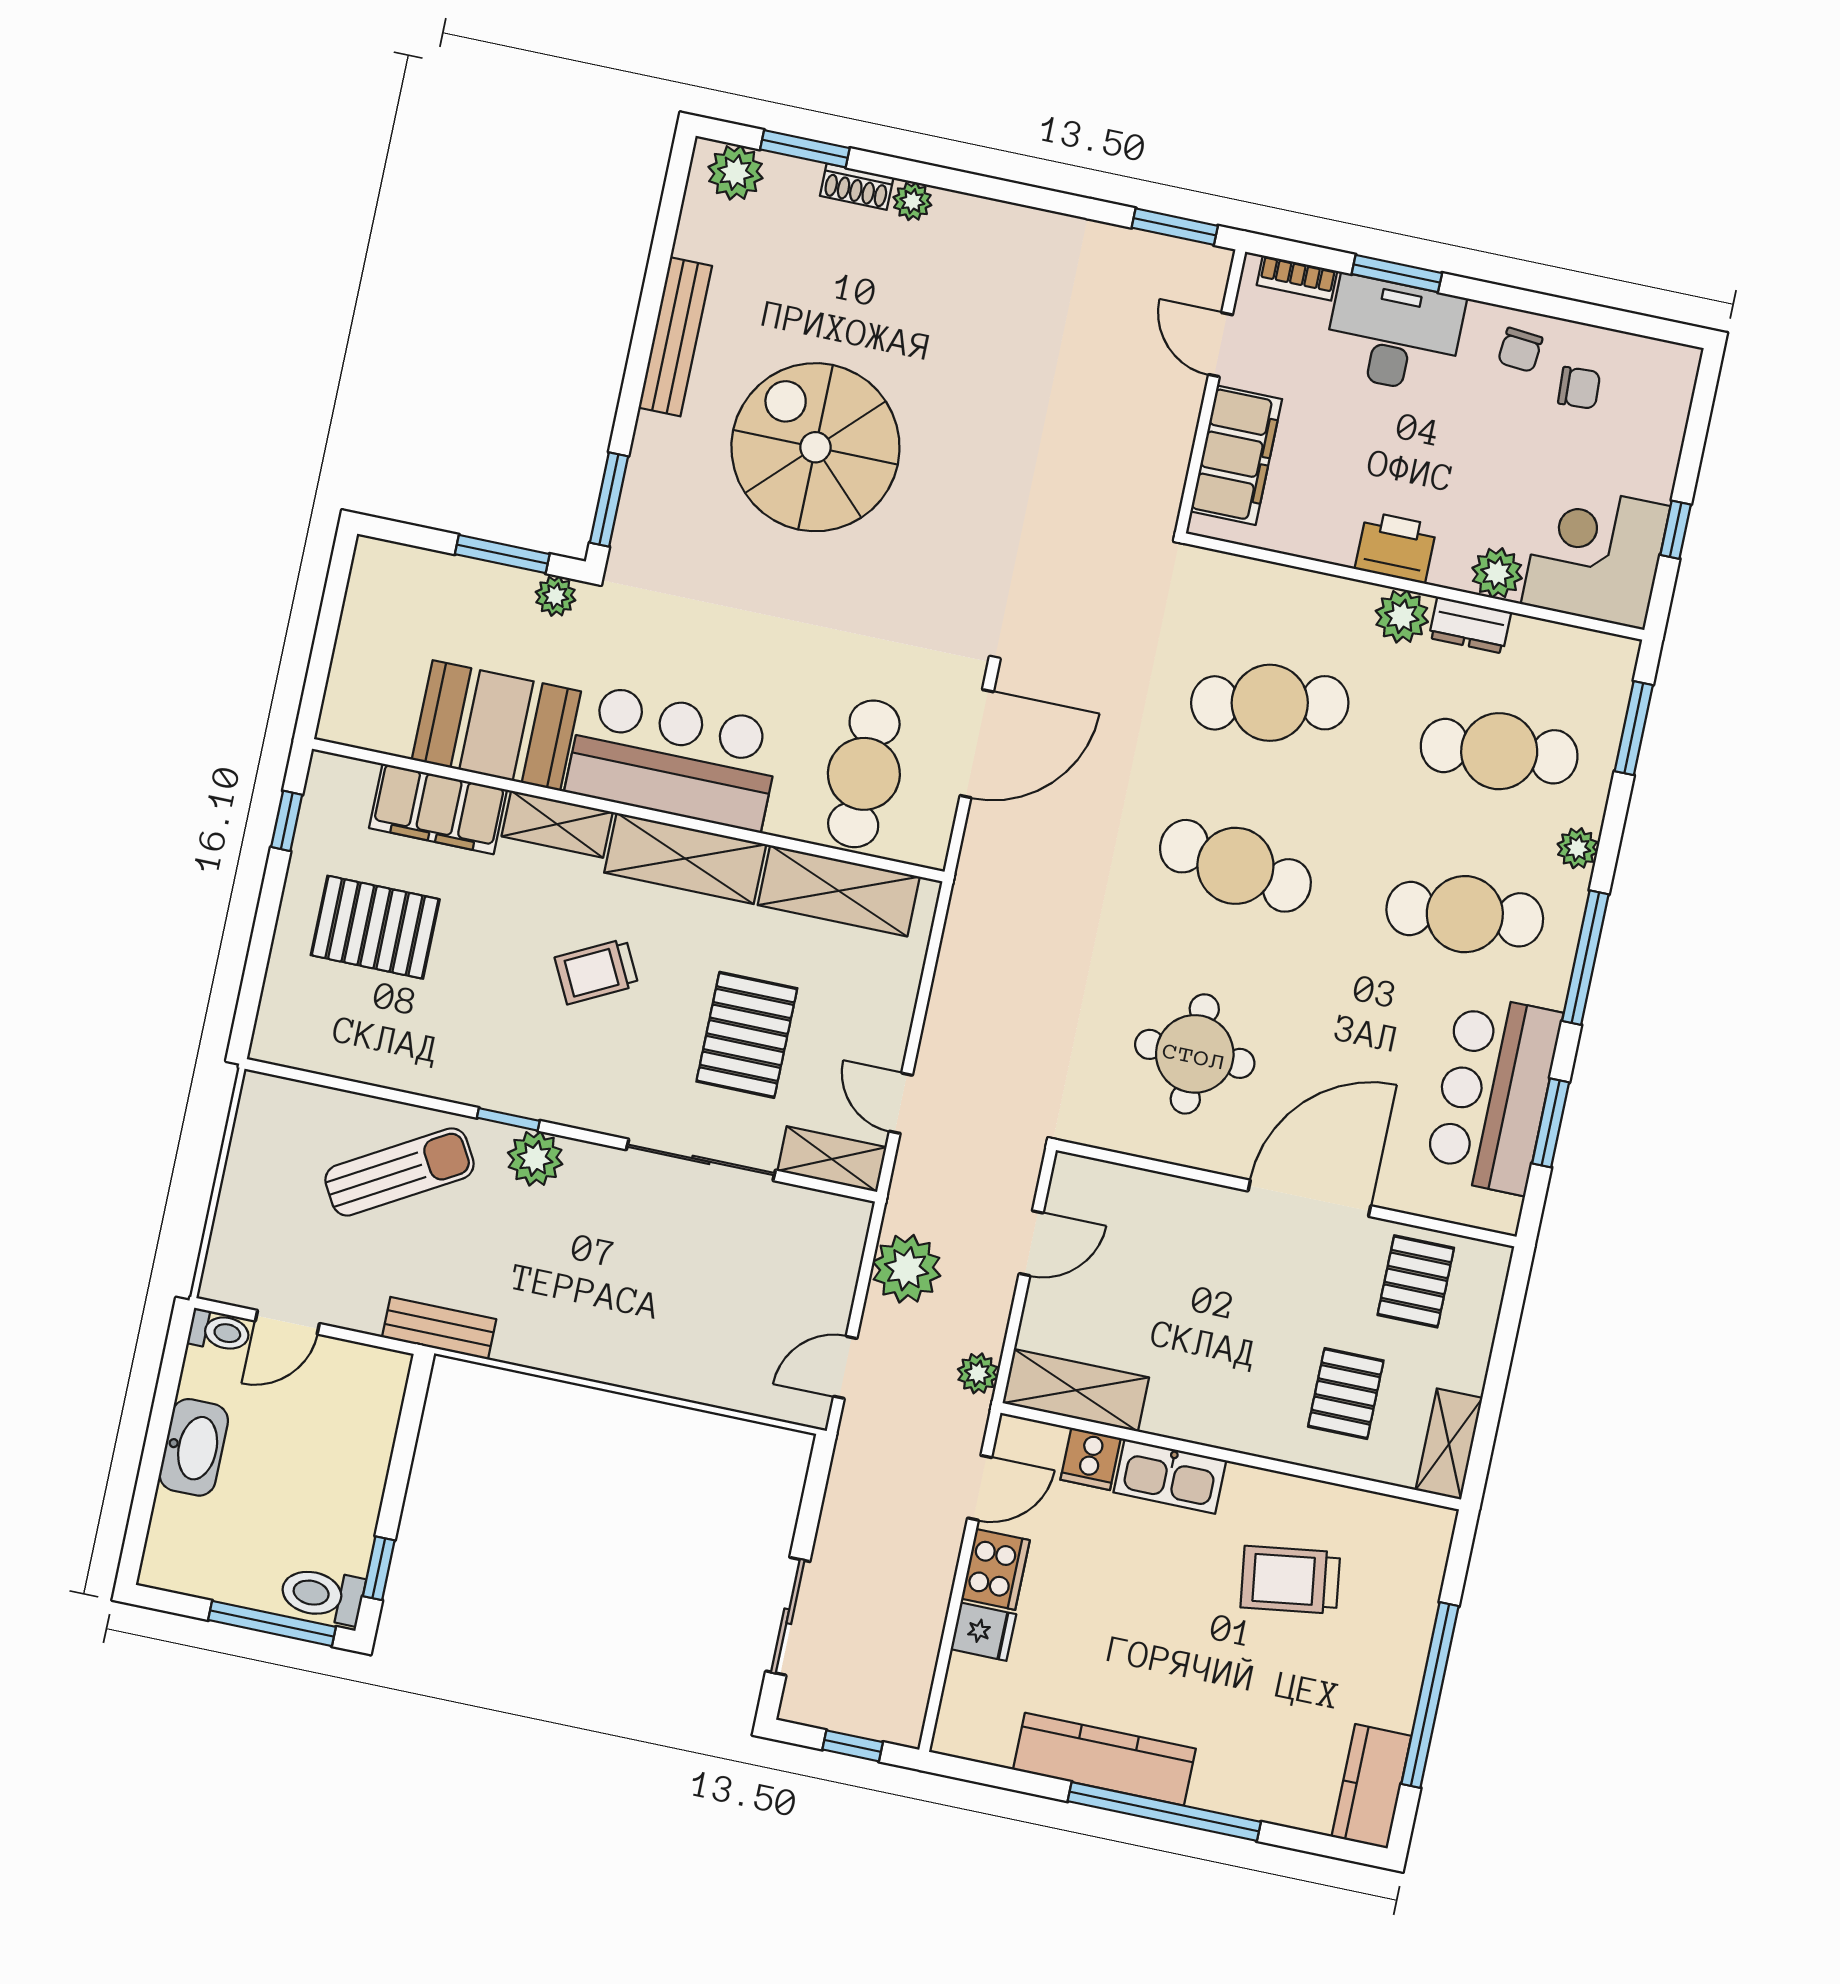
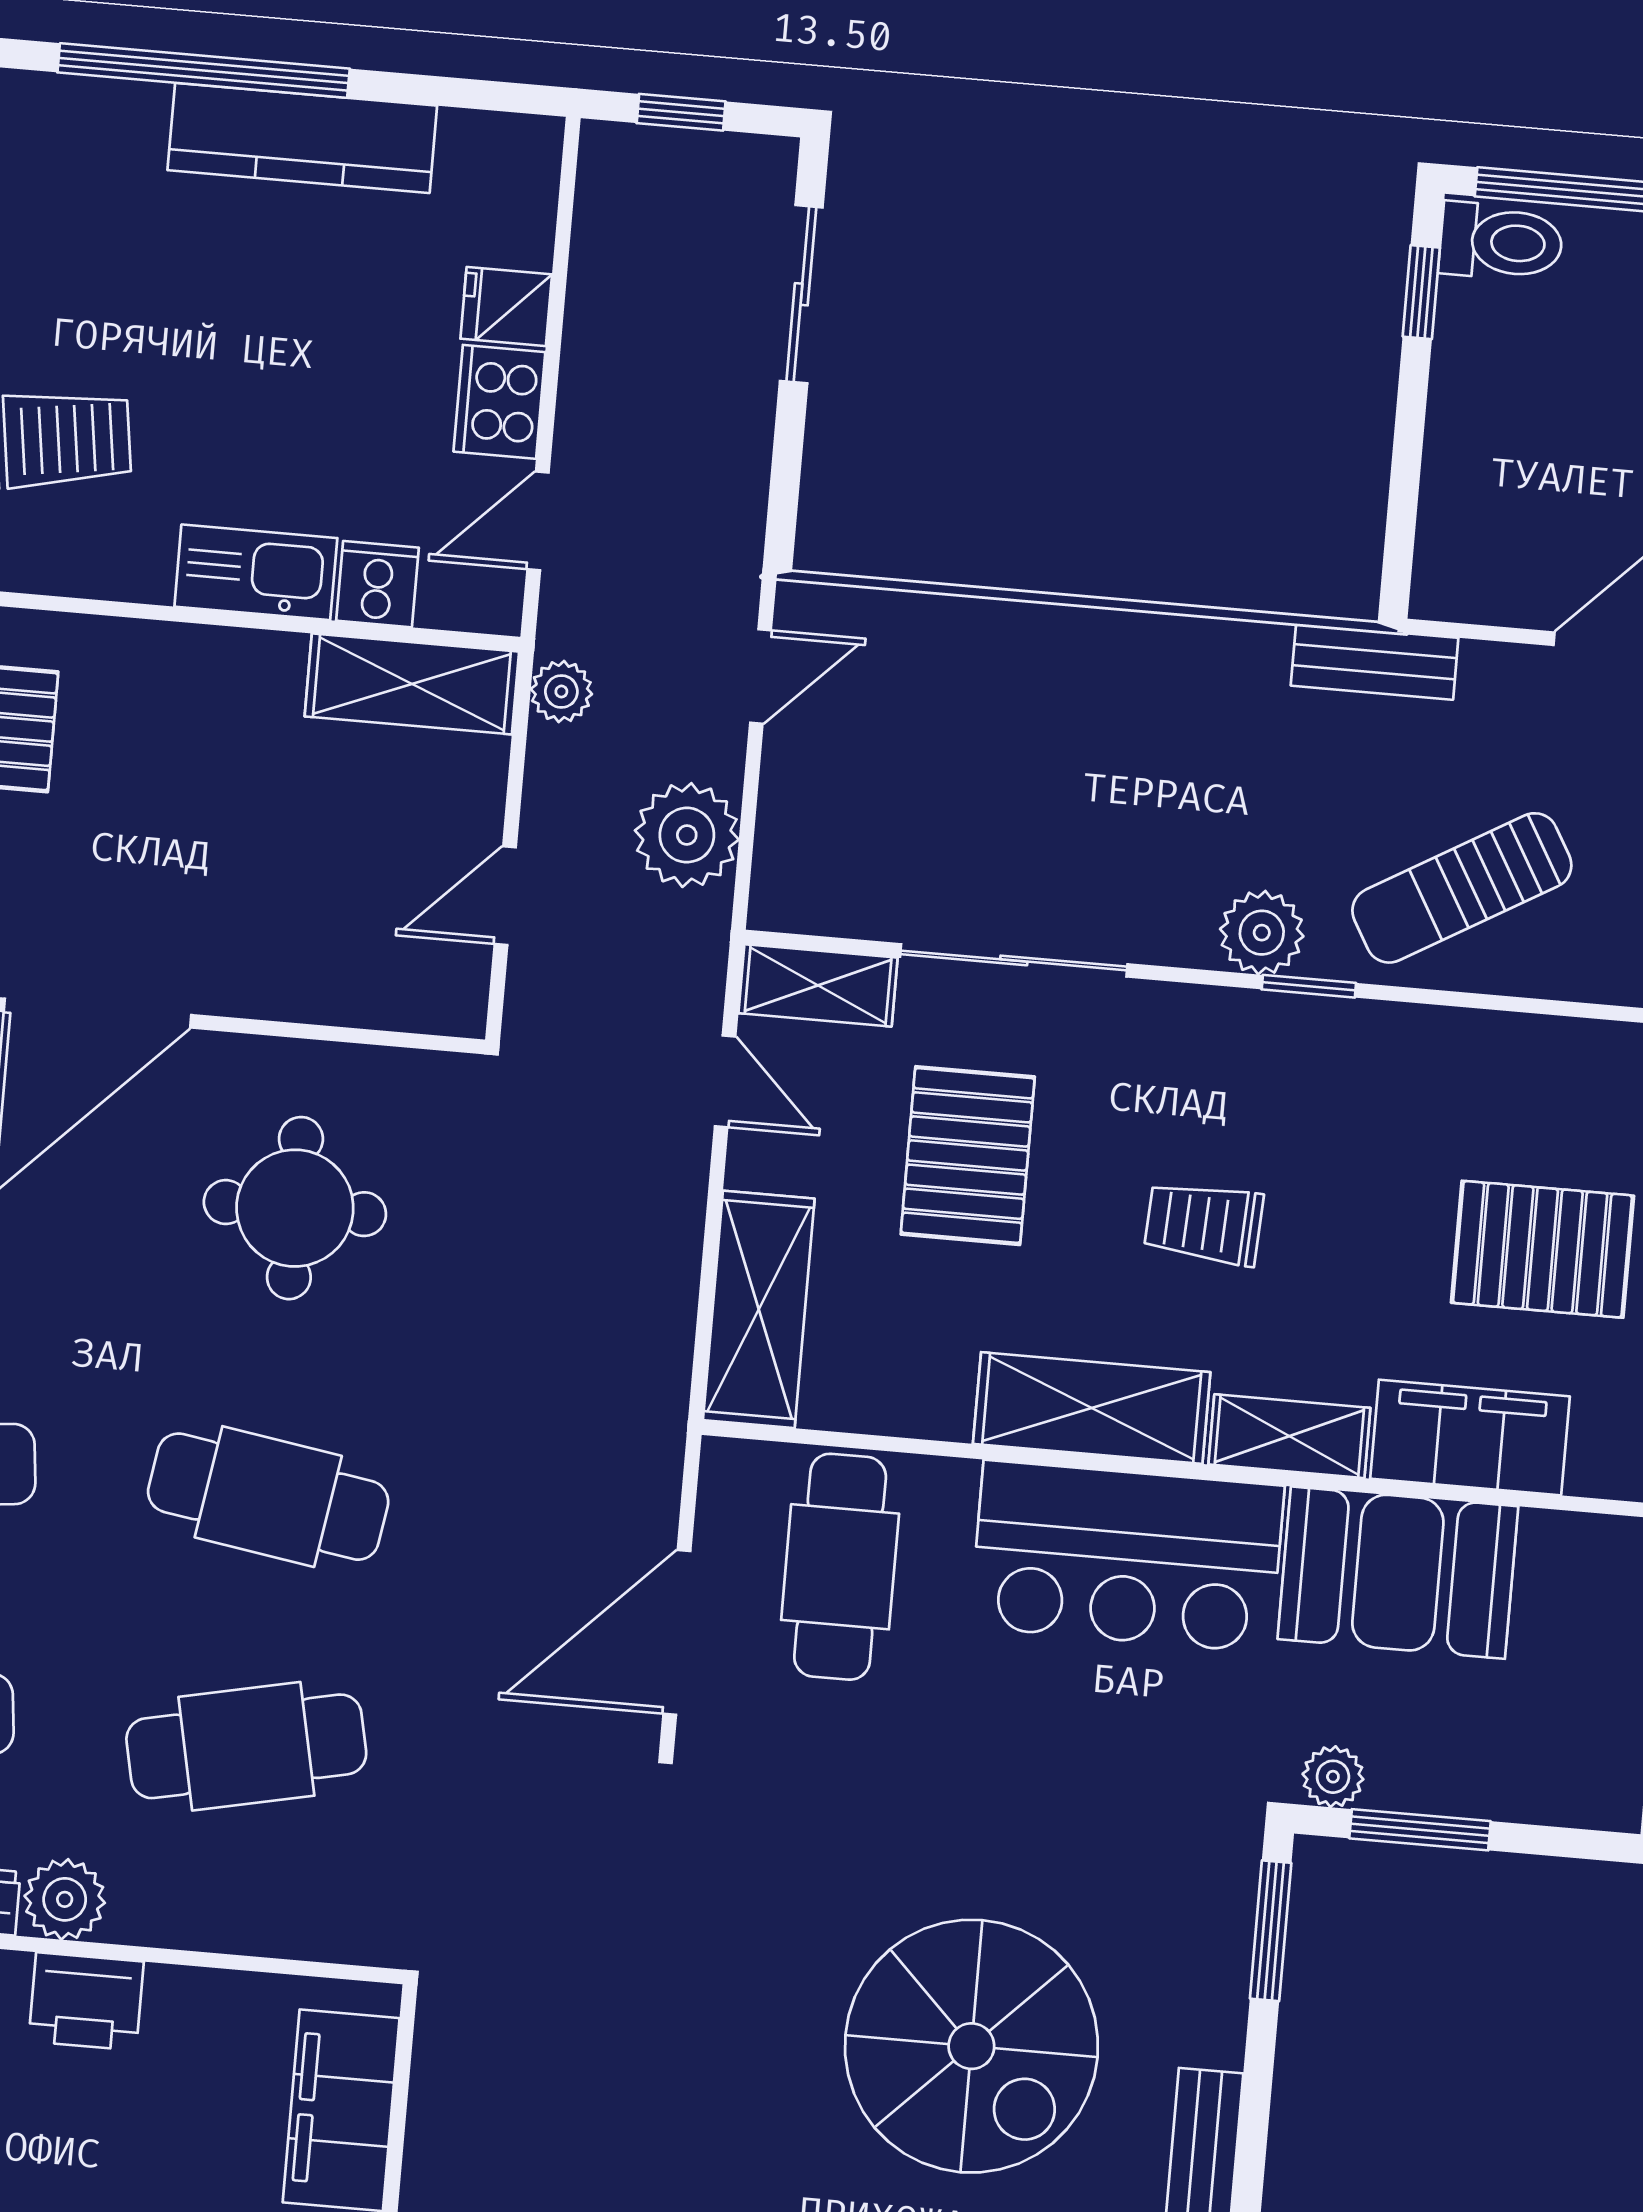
shelving: (839, 891) -> (759, 1309), moved, turned 90
trolley: (597, 971) -> (1204, 1223), turned -150

